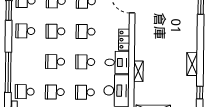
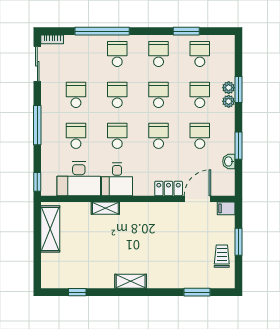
locker: (124, 40) -> (169, 189), moved
shelving: (192, 64) -> (131, 281), moved
school desk: (25, 92) -> (117, 54), moved

